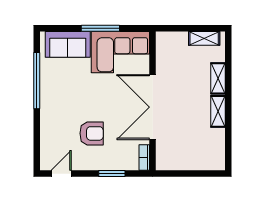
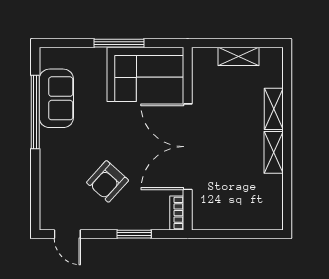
shelving: (204, 38) -> (239, 56), moved
sofa: (68, 44) -> (56, 98), moved, turned -90
armchair: (92, 133) -> (108, 181), turned 132
door: (61, 174) -> (67, 234), swing flipped

